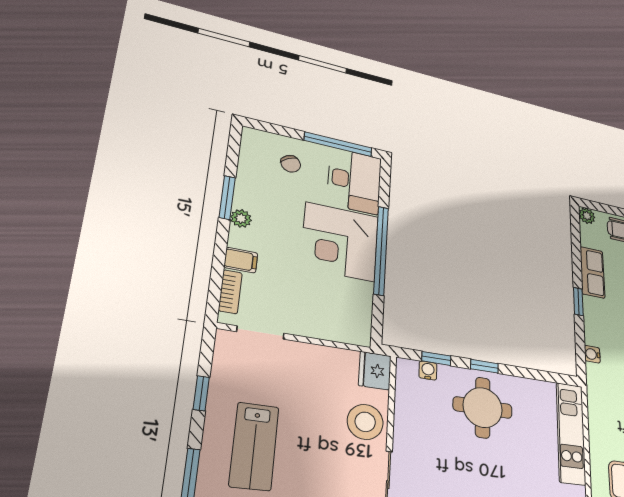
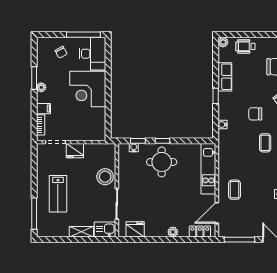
window: (381, 250) -> (108, 89), removed
fridge: (375, 371) -> (75, 151), moved, turned -90
window: (201, 393) -> (34, 174), removed

